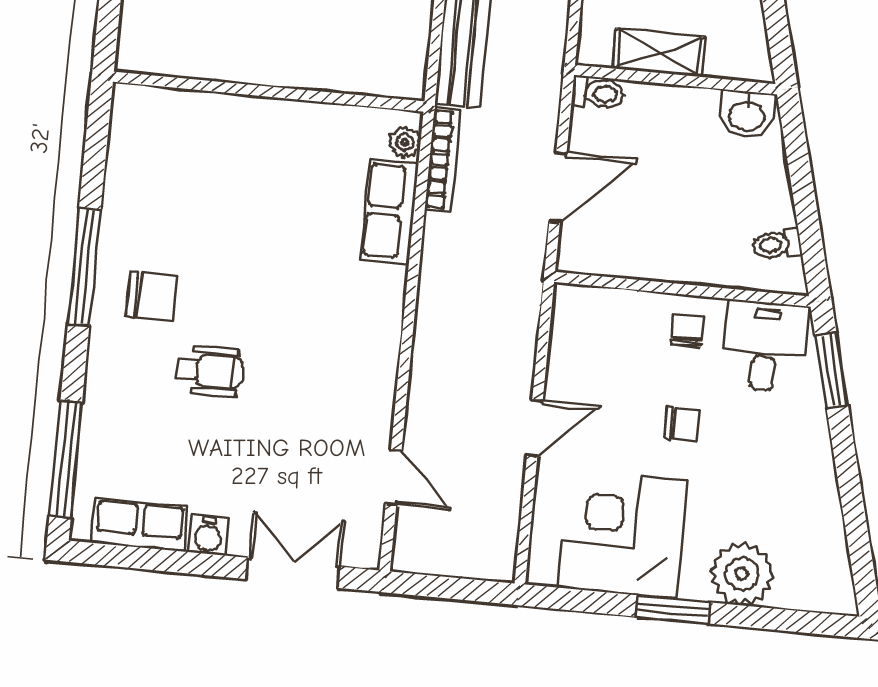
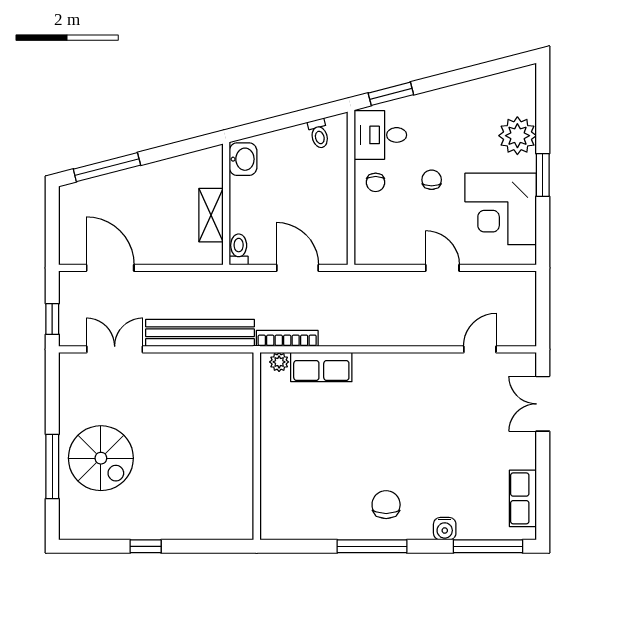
chair: (687, 331) -> (376, 182), turned -90
wheelchair: (210, 371) -> (427, 465), removed
water cooler: (208, 535) -> (445, 529), moved, turned 90

